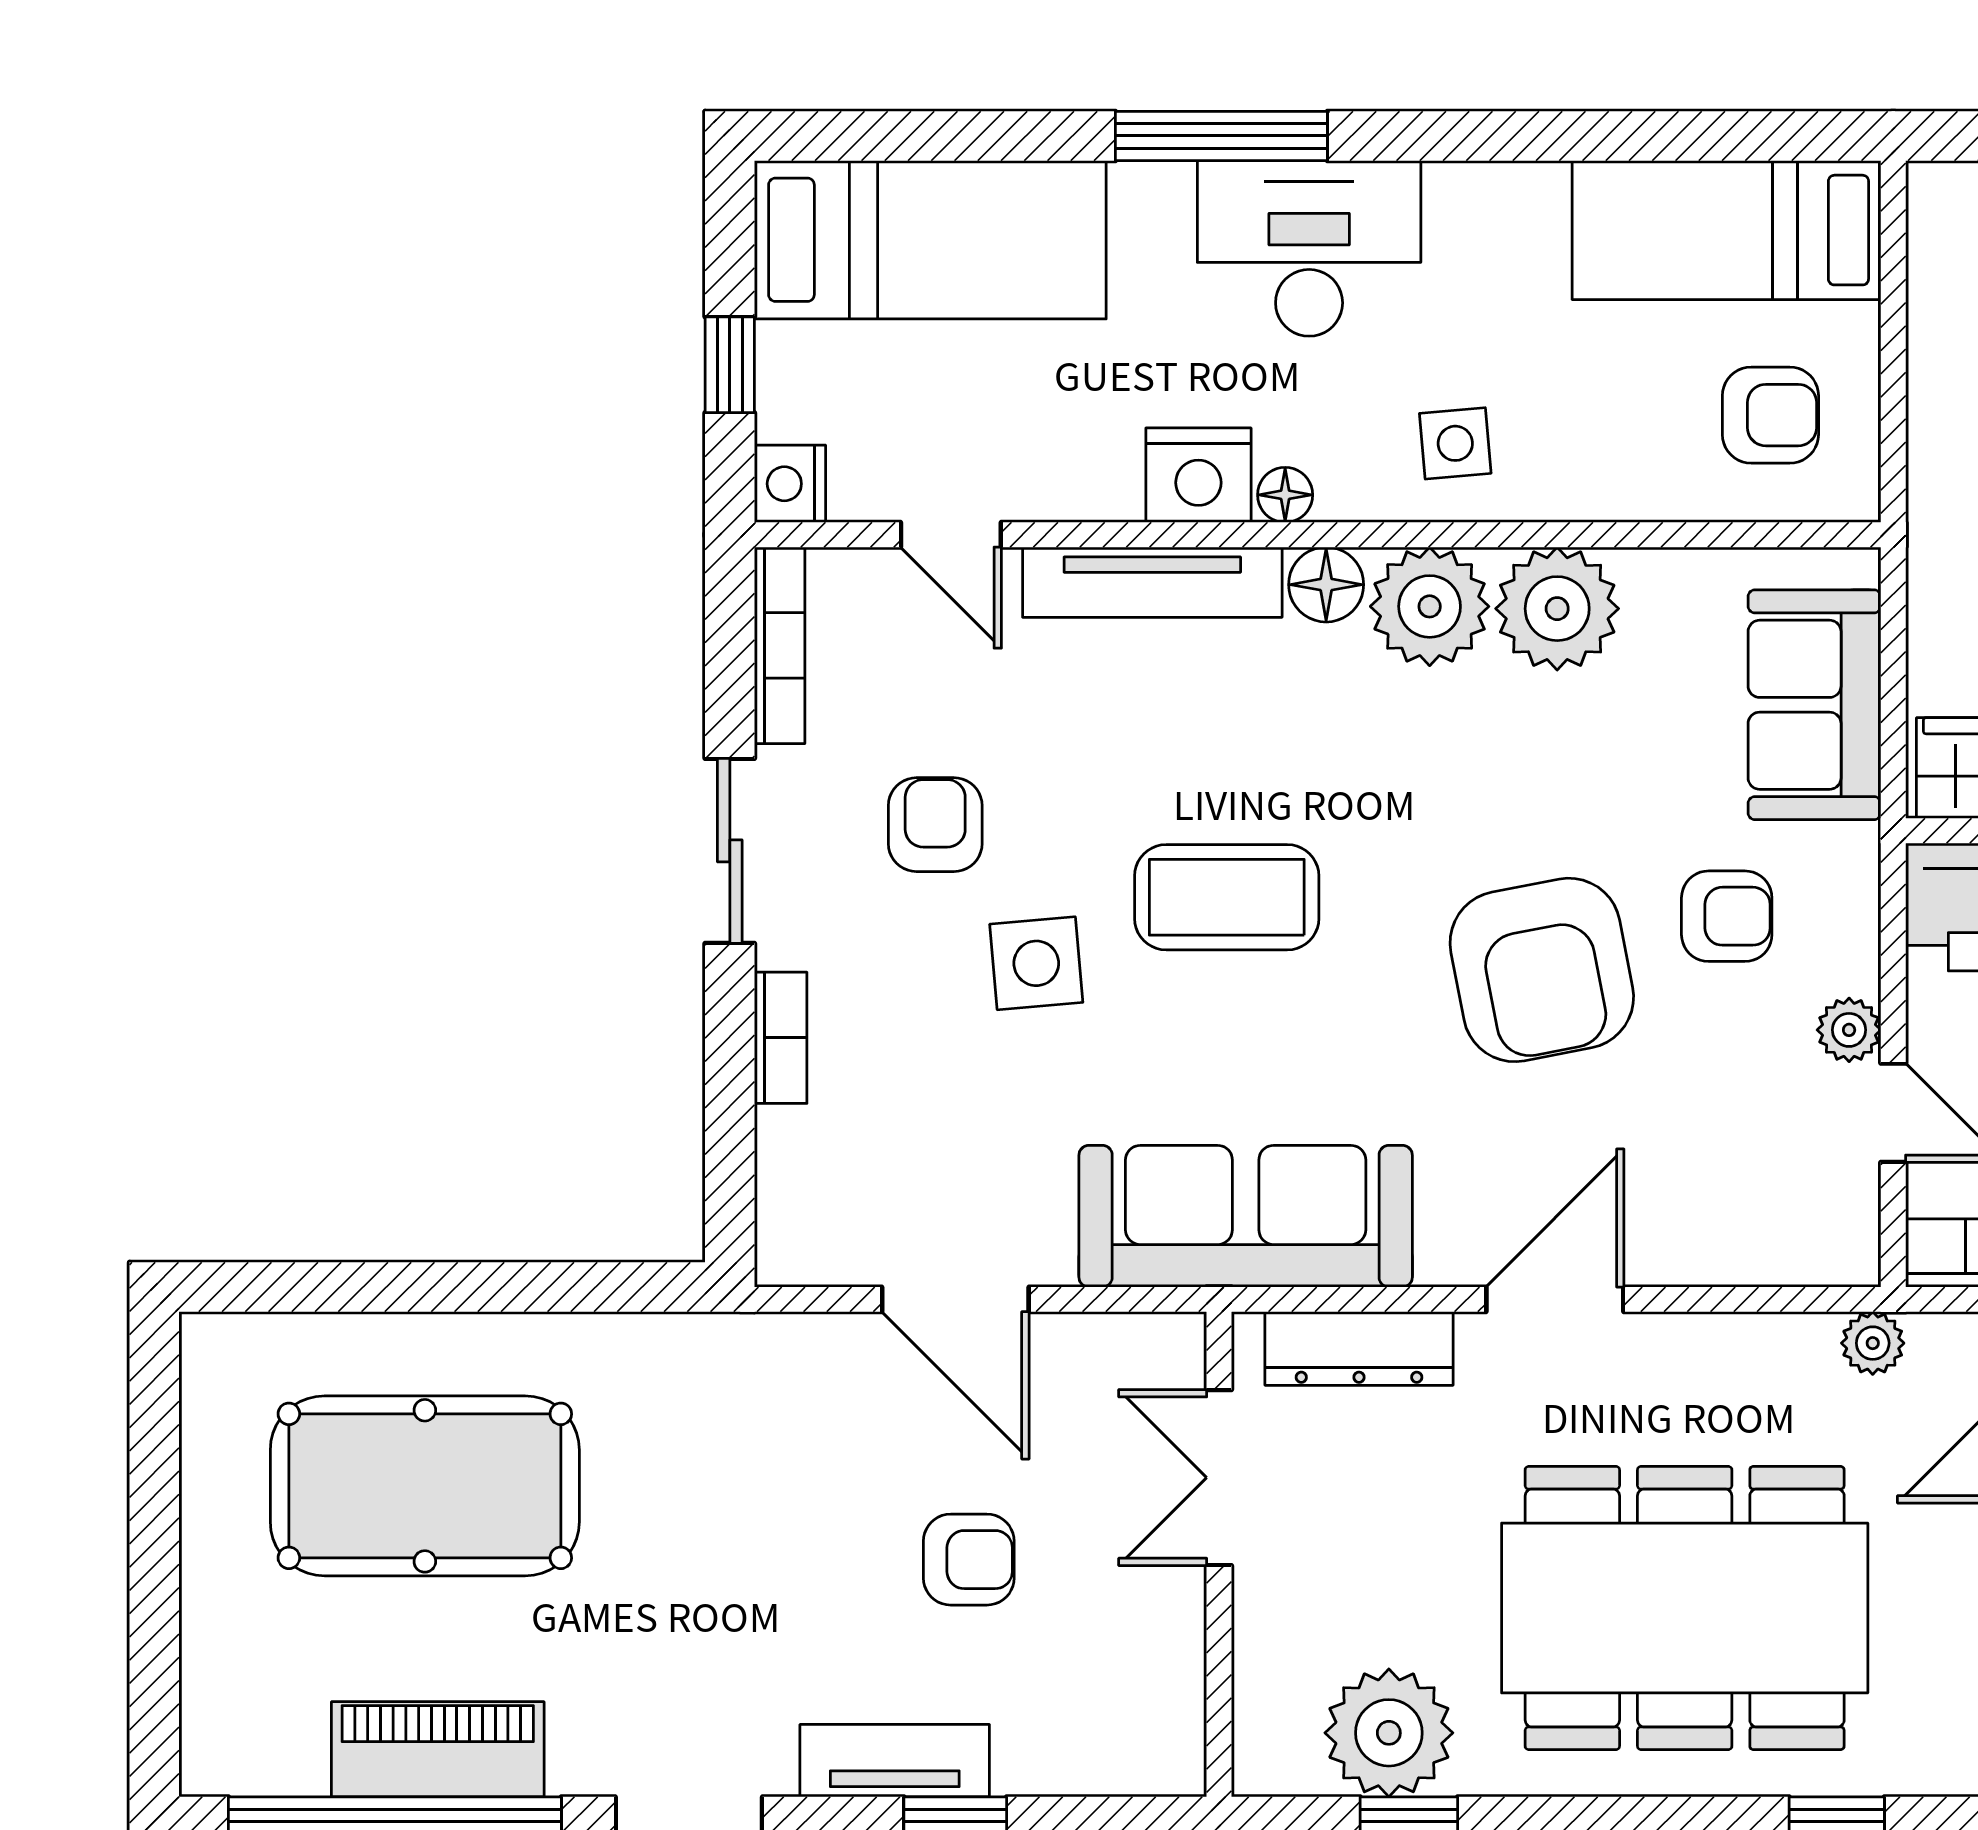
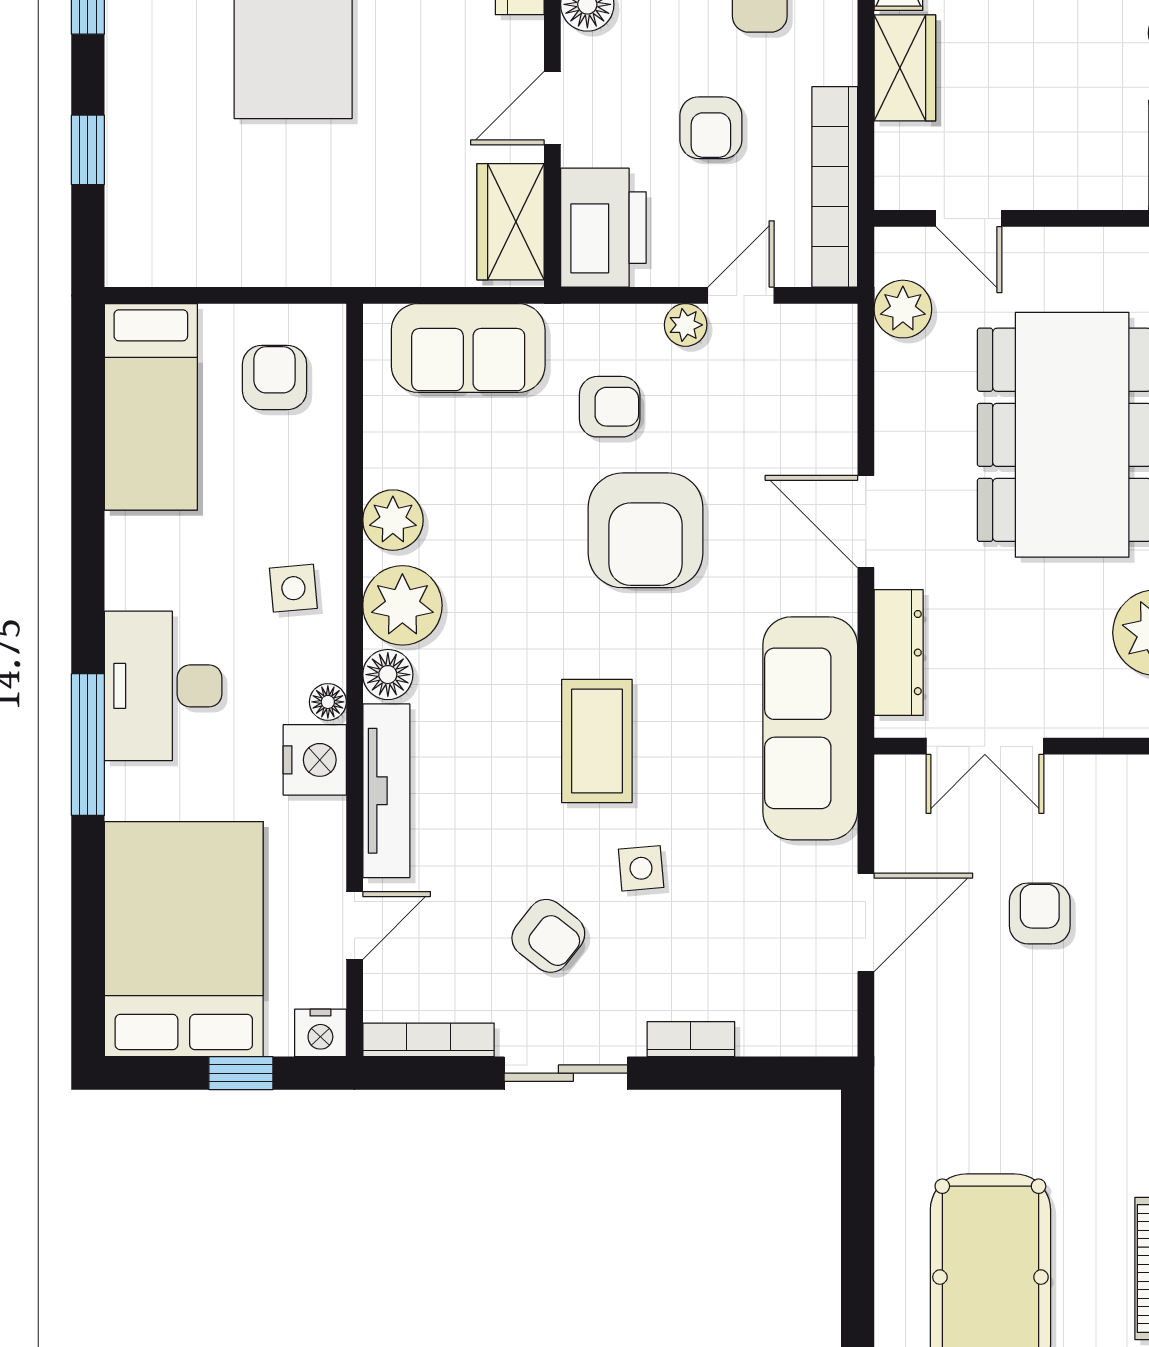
bed: (930, 240) -> (184, 939), width x1.50
plant: (1557, 609) -> (393, 520), width x0.73, depth x0.73
armchair: (935, 825) -> (548, 936), turned -142
armchair: (1727, 916) -> (610, 407), turned 90
side table: (1036, 963) -> (641, 868), width x0.73, depth x0.73
armchair: (1542, 970) -> (646, 530), turned 101
plant: (1873, 1343) -> (903, 309), width x1.38, depth x1.38

